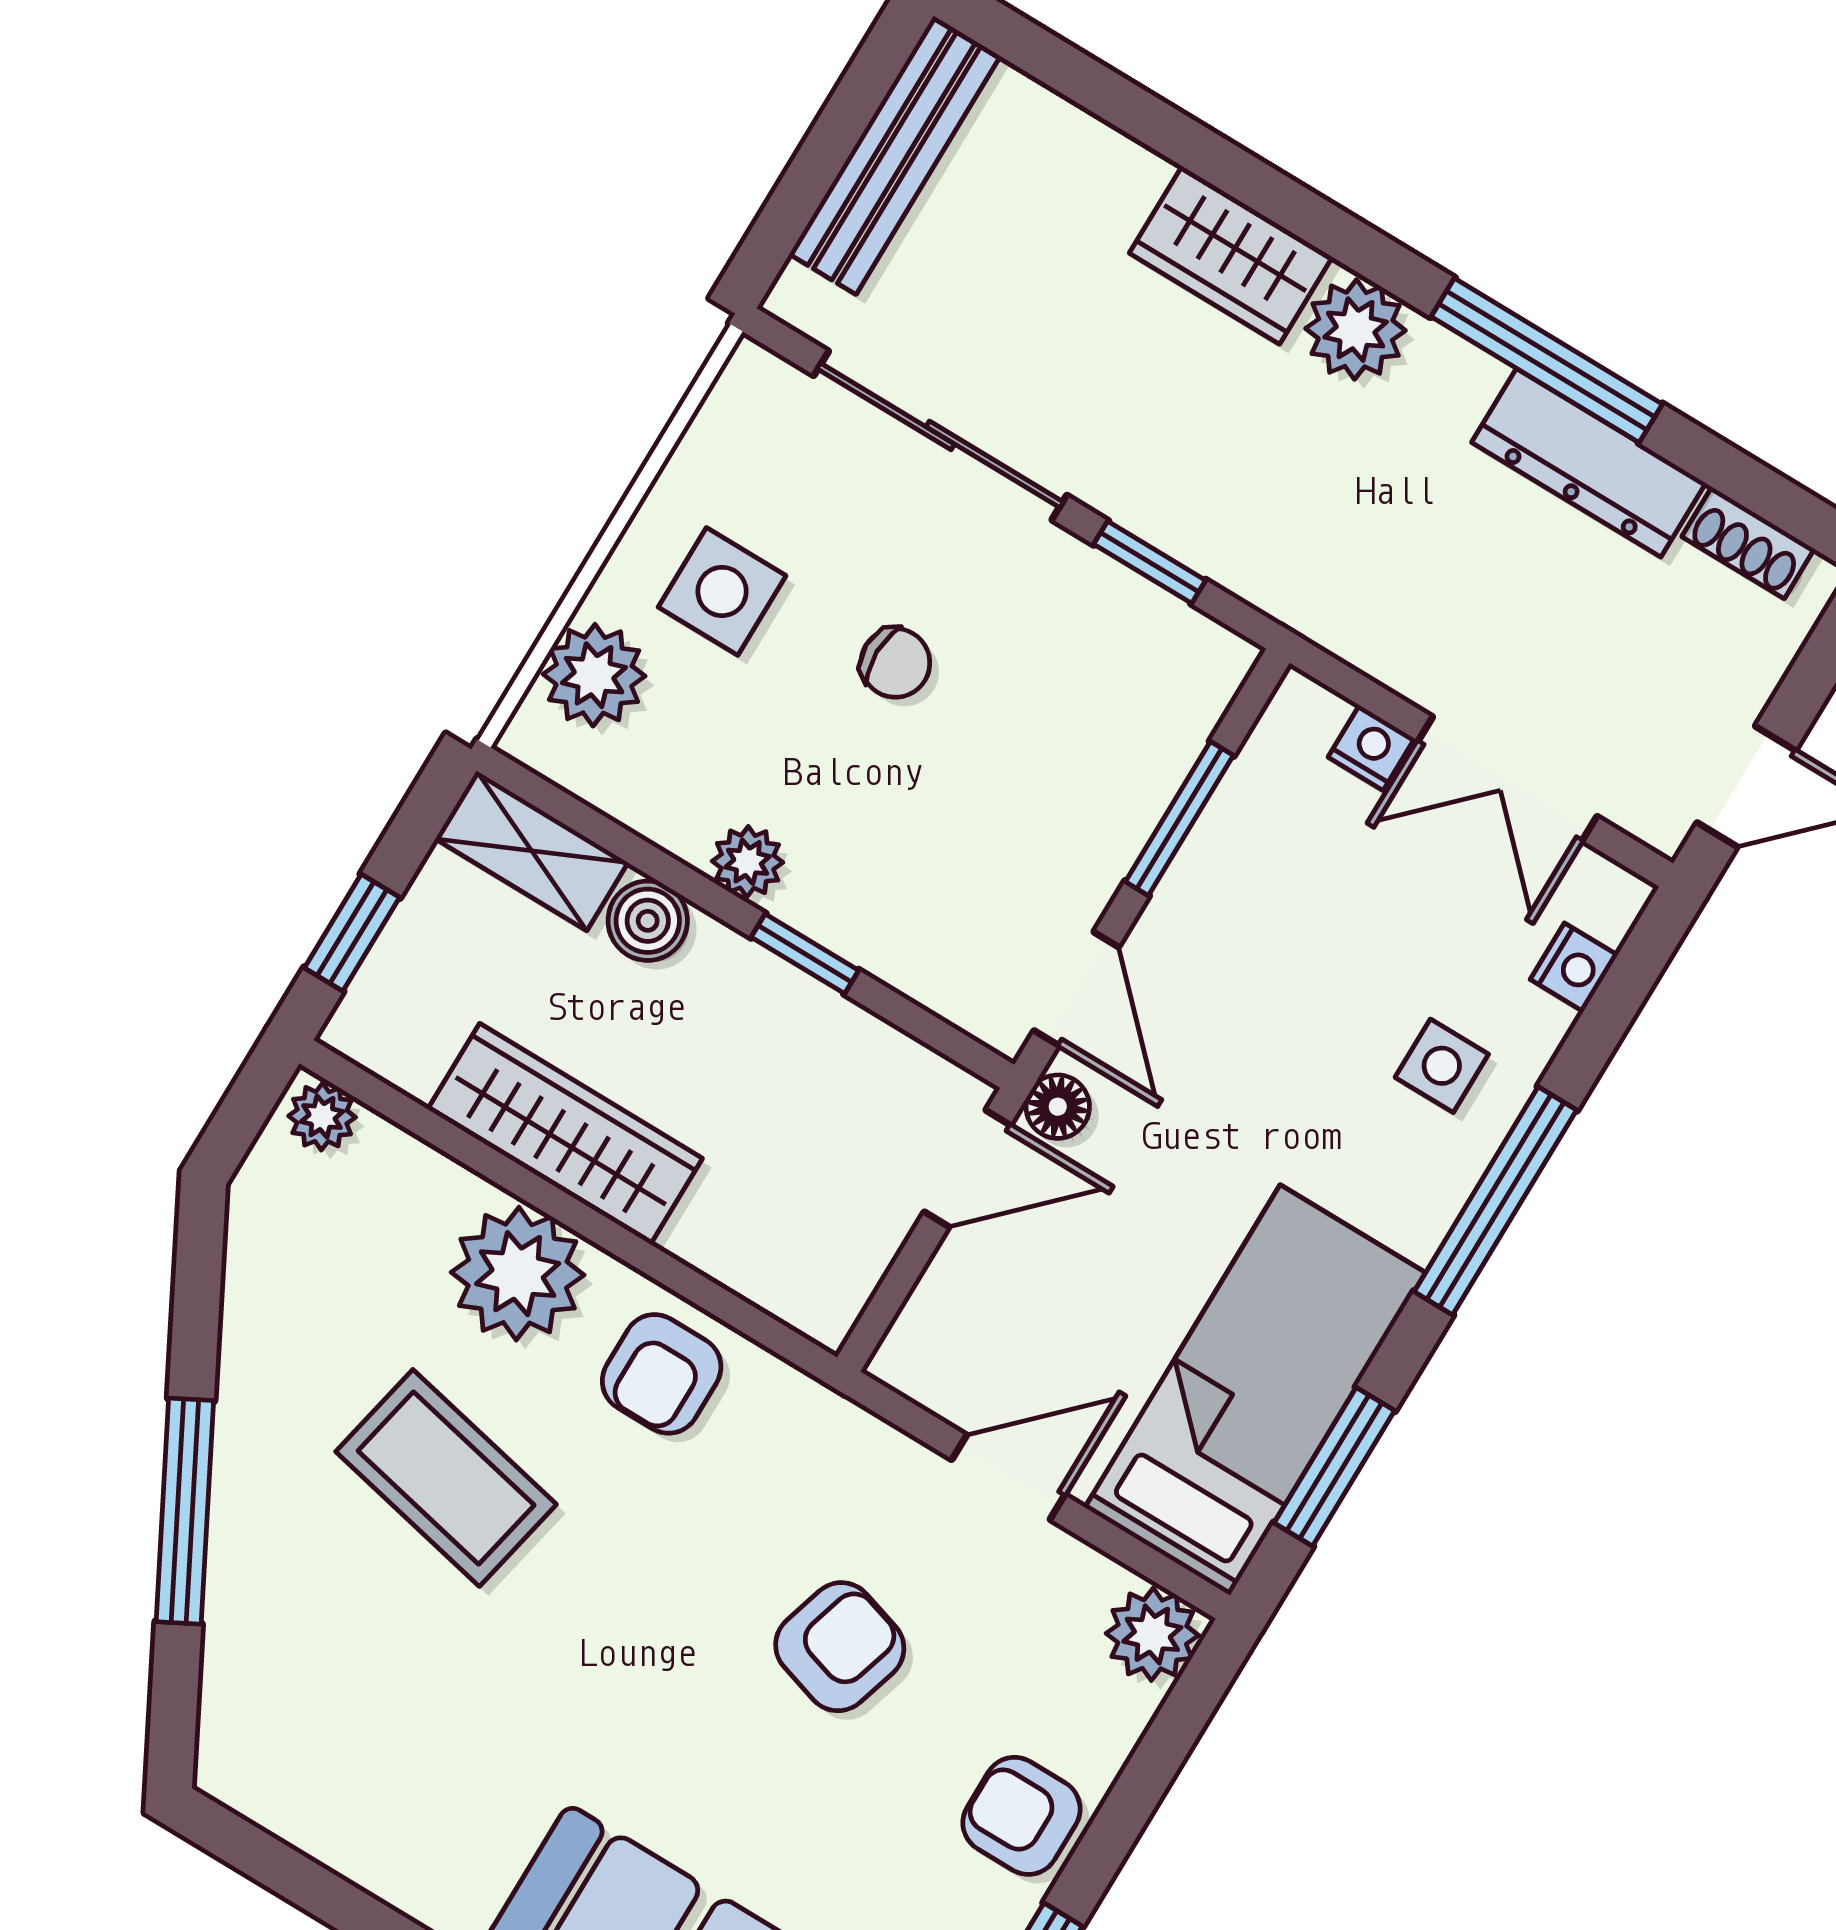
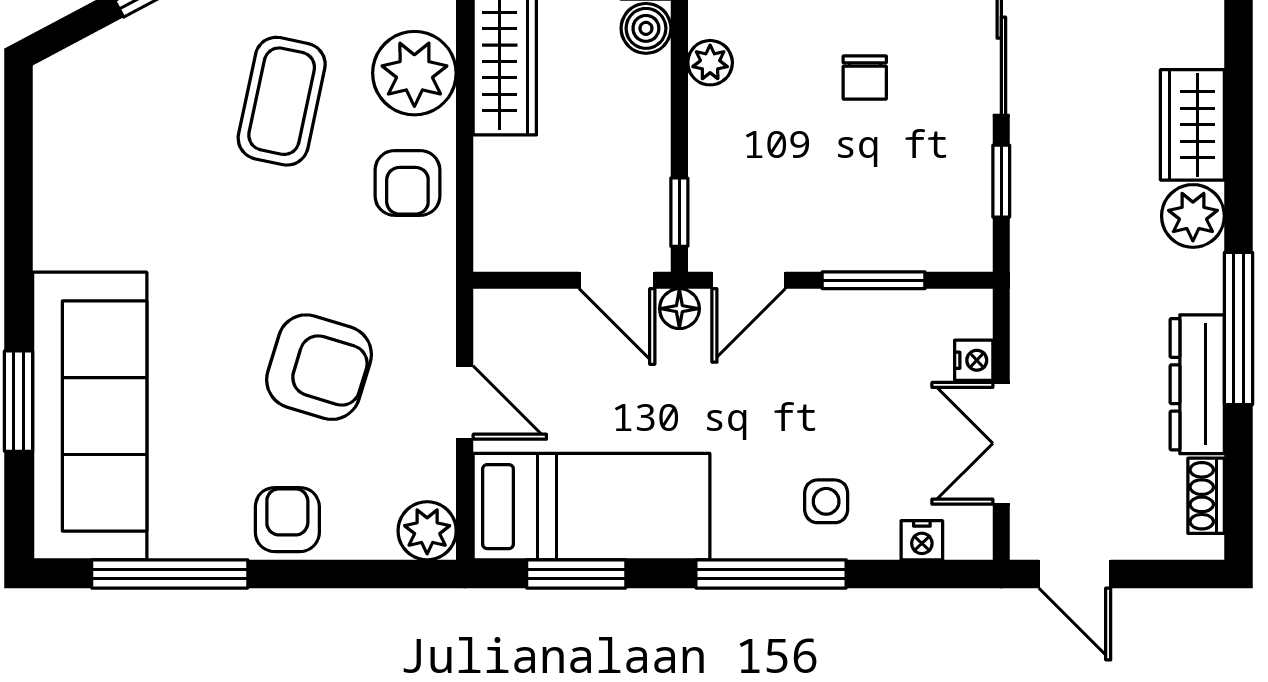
window: (805, 954) -> (679, 212), moved
armchair: (662, 1374) -> (407, 183), turned -90
armchair: (840, 1647) -> (319, 367), width x1.38, depth x1.38

